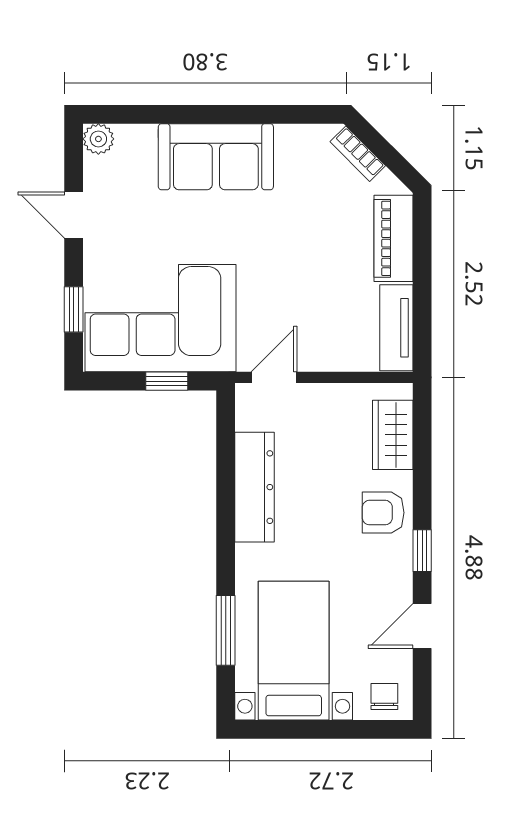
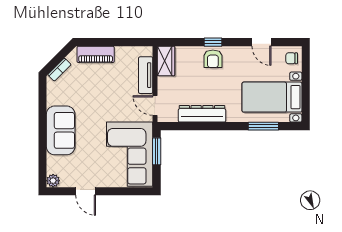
door: (74, 215) -> (86, 191), hinge flipped
window: (74, 309) -> (126, 191), removed
tv unit: (396, 328) -> (146, 75), moved, turned 90
window: (167, 381) -> (157, 151), width x1.50
wardrobe: (393, 435) -> (166, 61), moved, turned -90
window: (422, 551) -> (213, 42), moved

